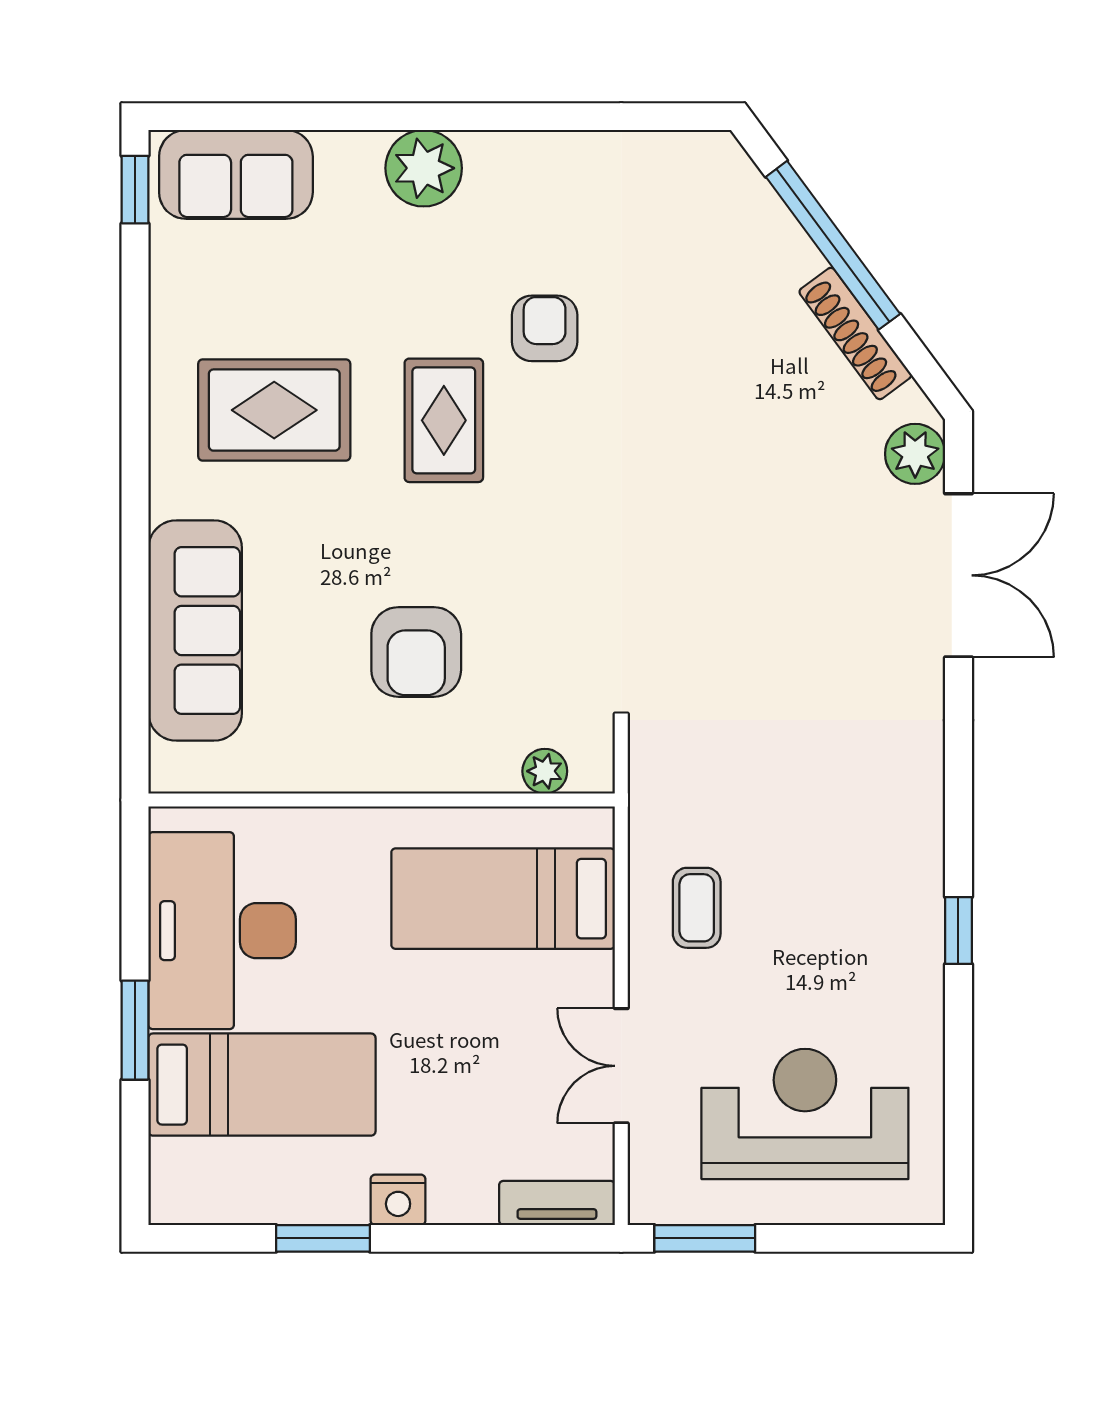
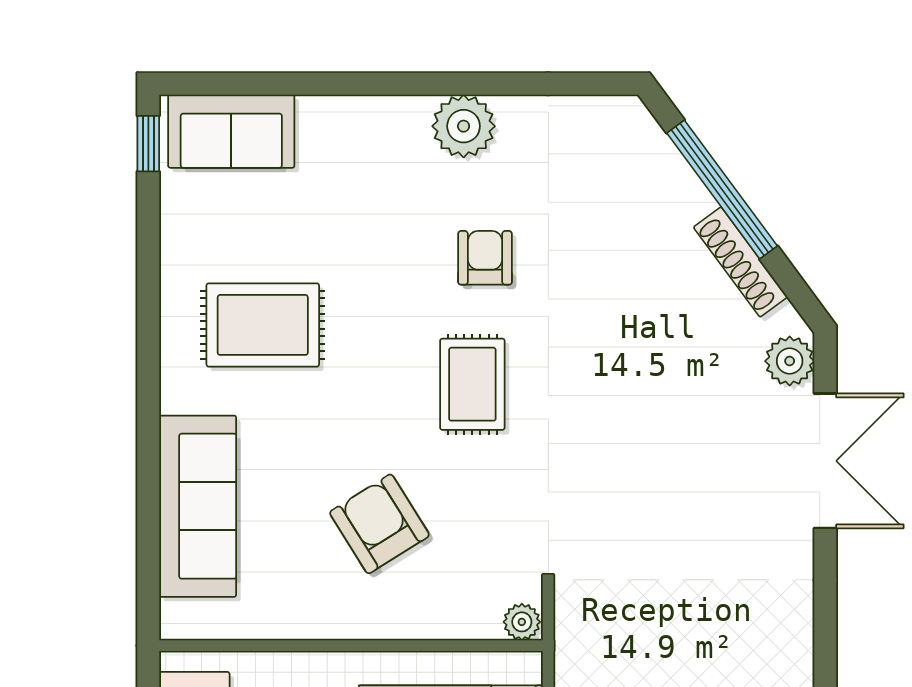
plant: (424, 168) -> (464, 126), moved
rug: (444, 420) -> (472, 384), moved
armchair: (416, 652) -> (379, 524), turned 148
plant: (545, 771) -> (522, 622), moved

